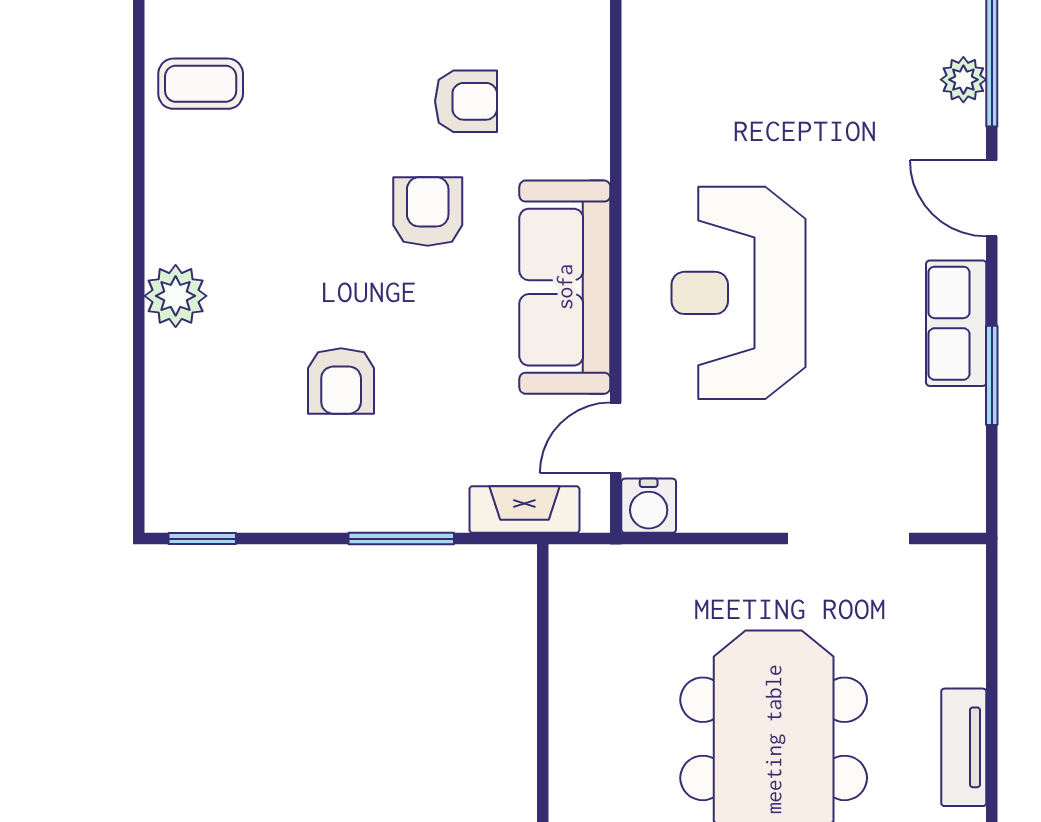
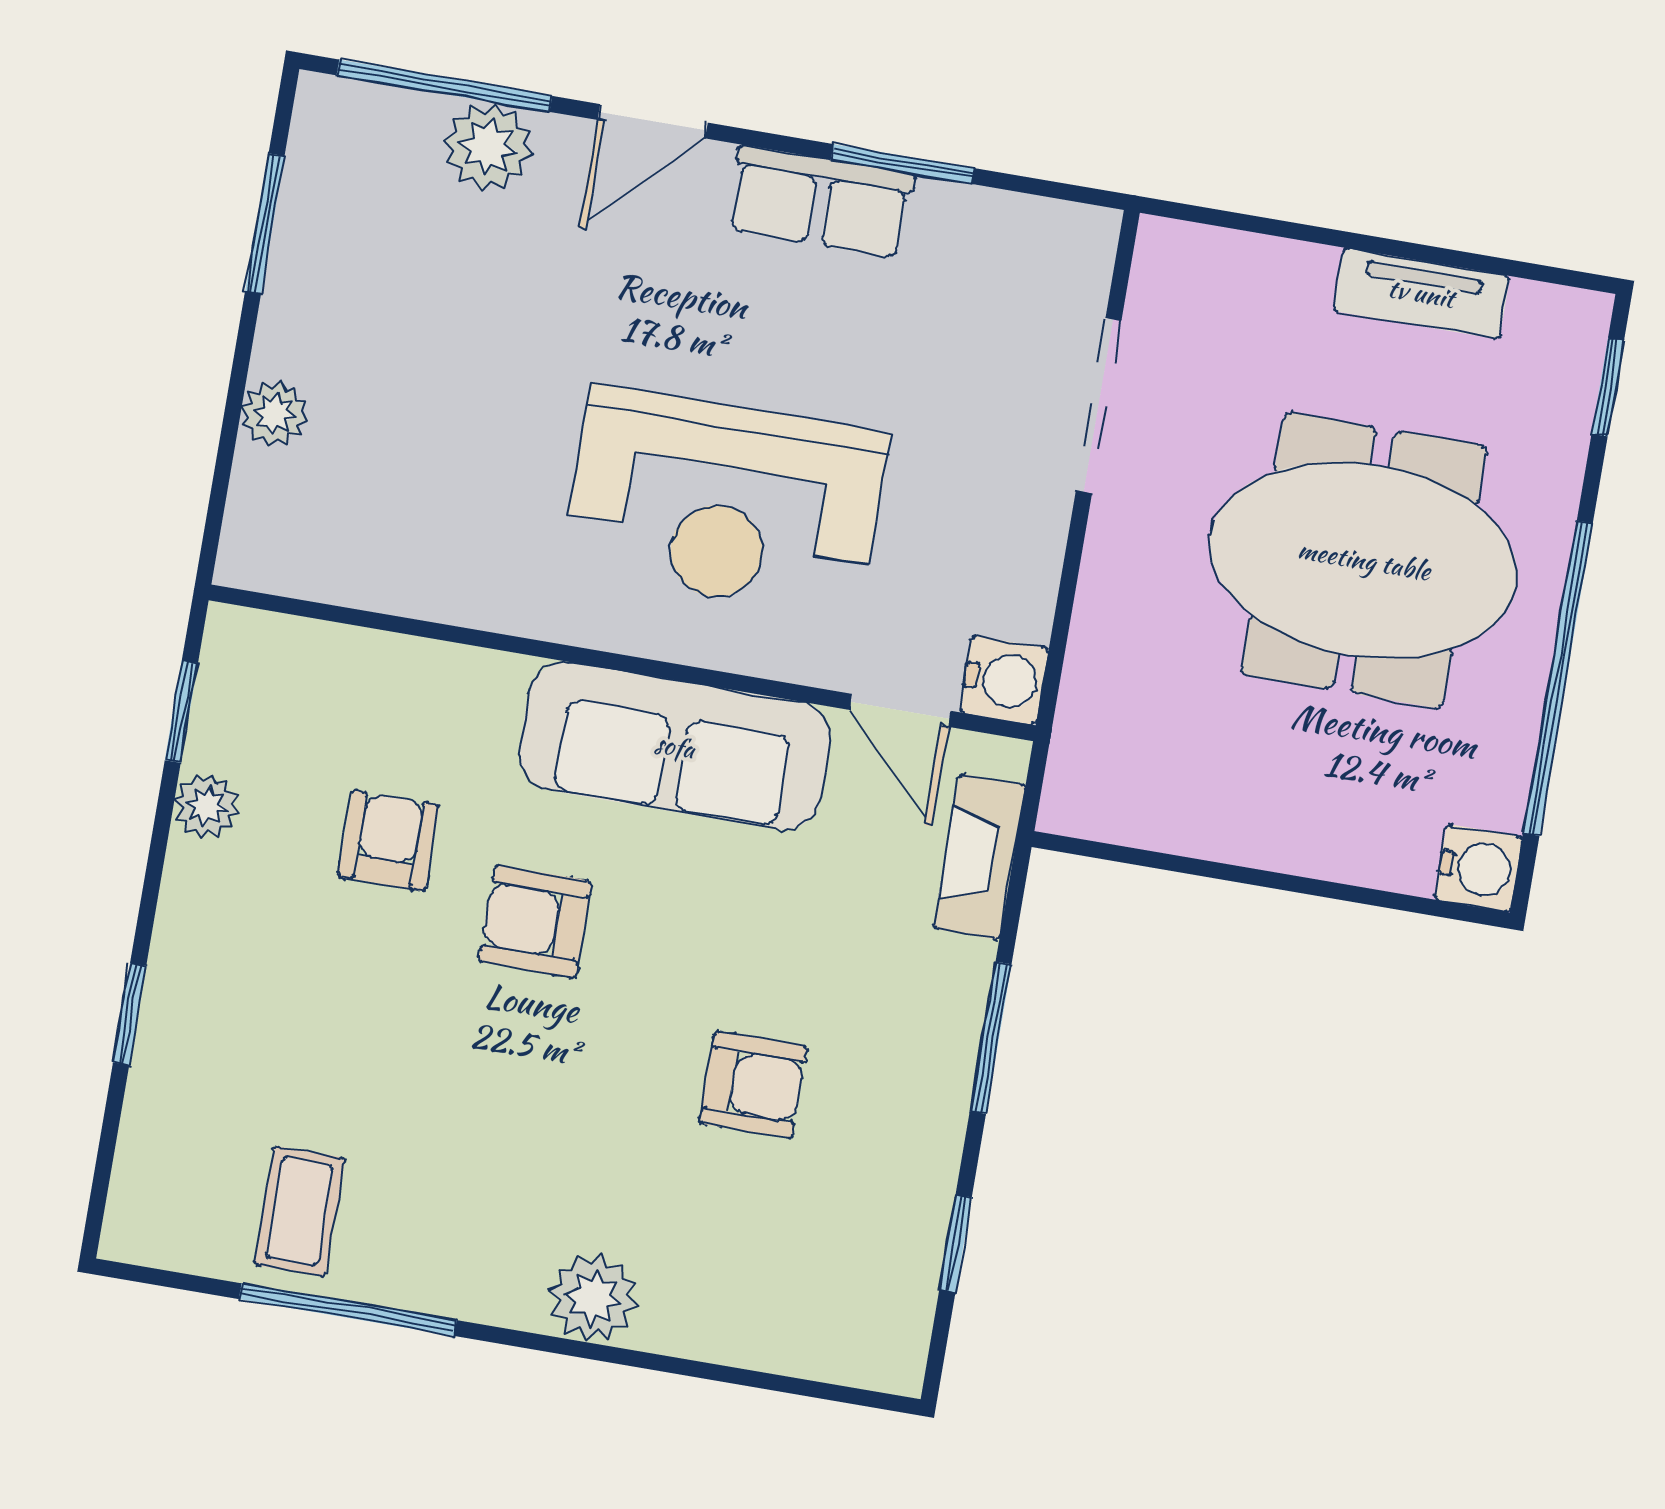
plant: (963, 80) -> (488, 147), width x1.38, depth x1.38
window: (139, 128) -> (348, 1310), added
window: (202, 539) -> (956, 1244), moved

